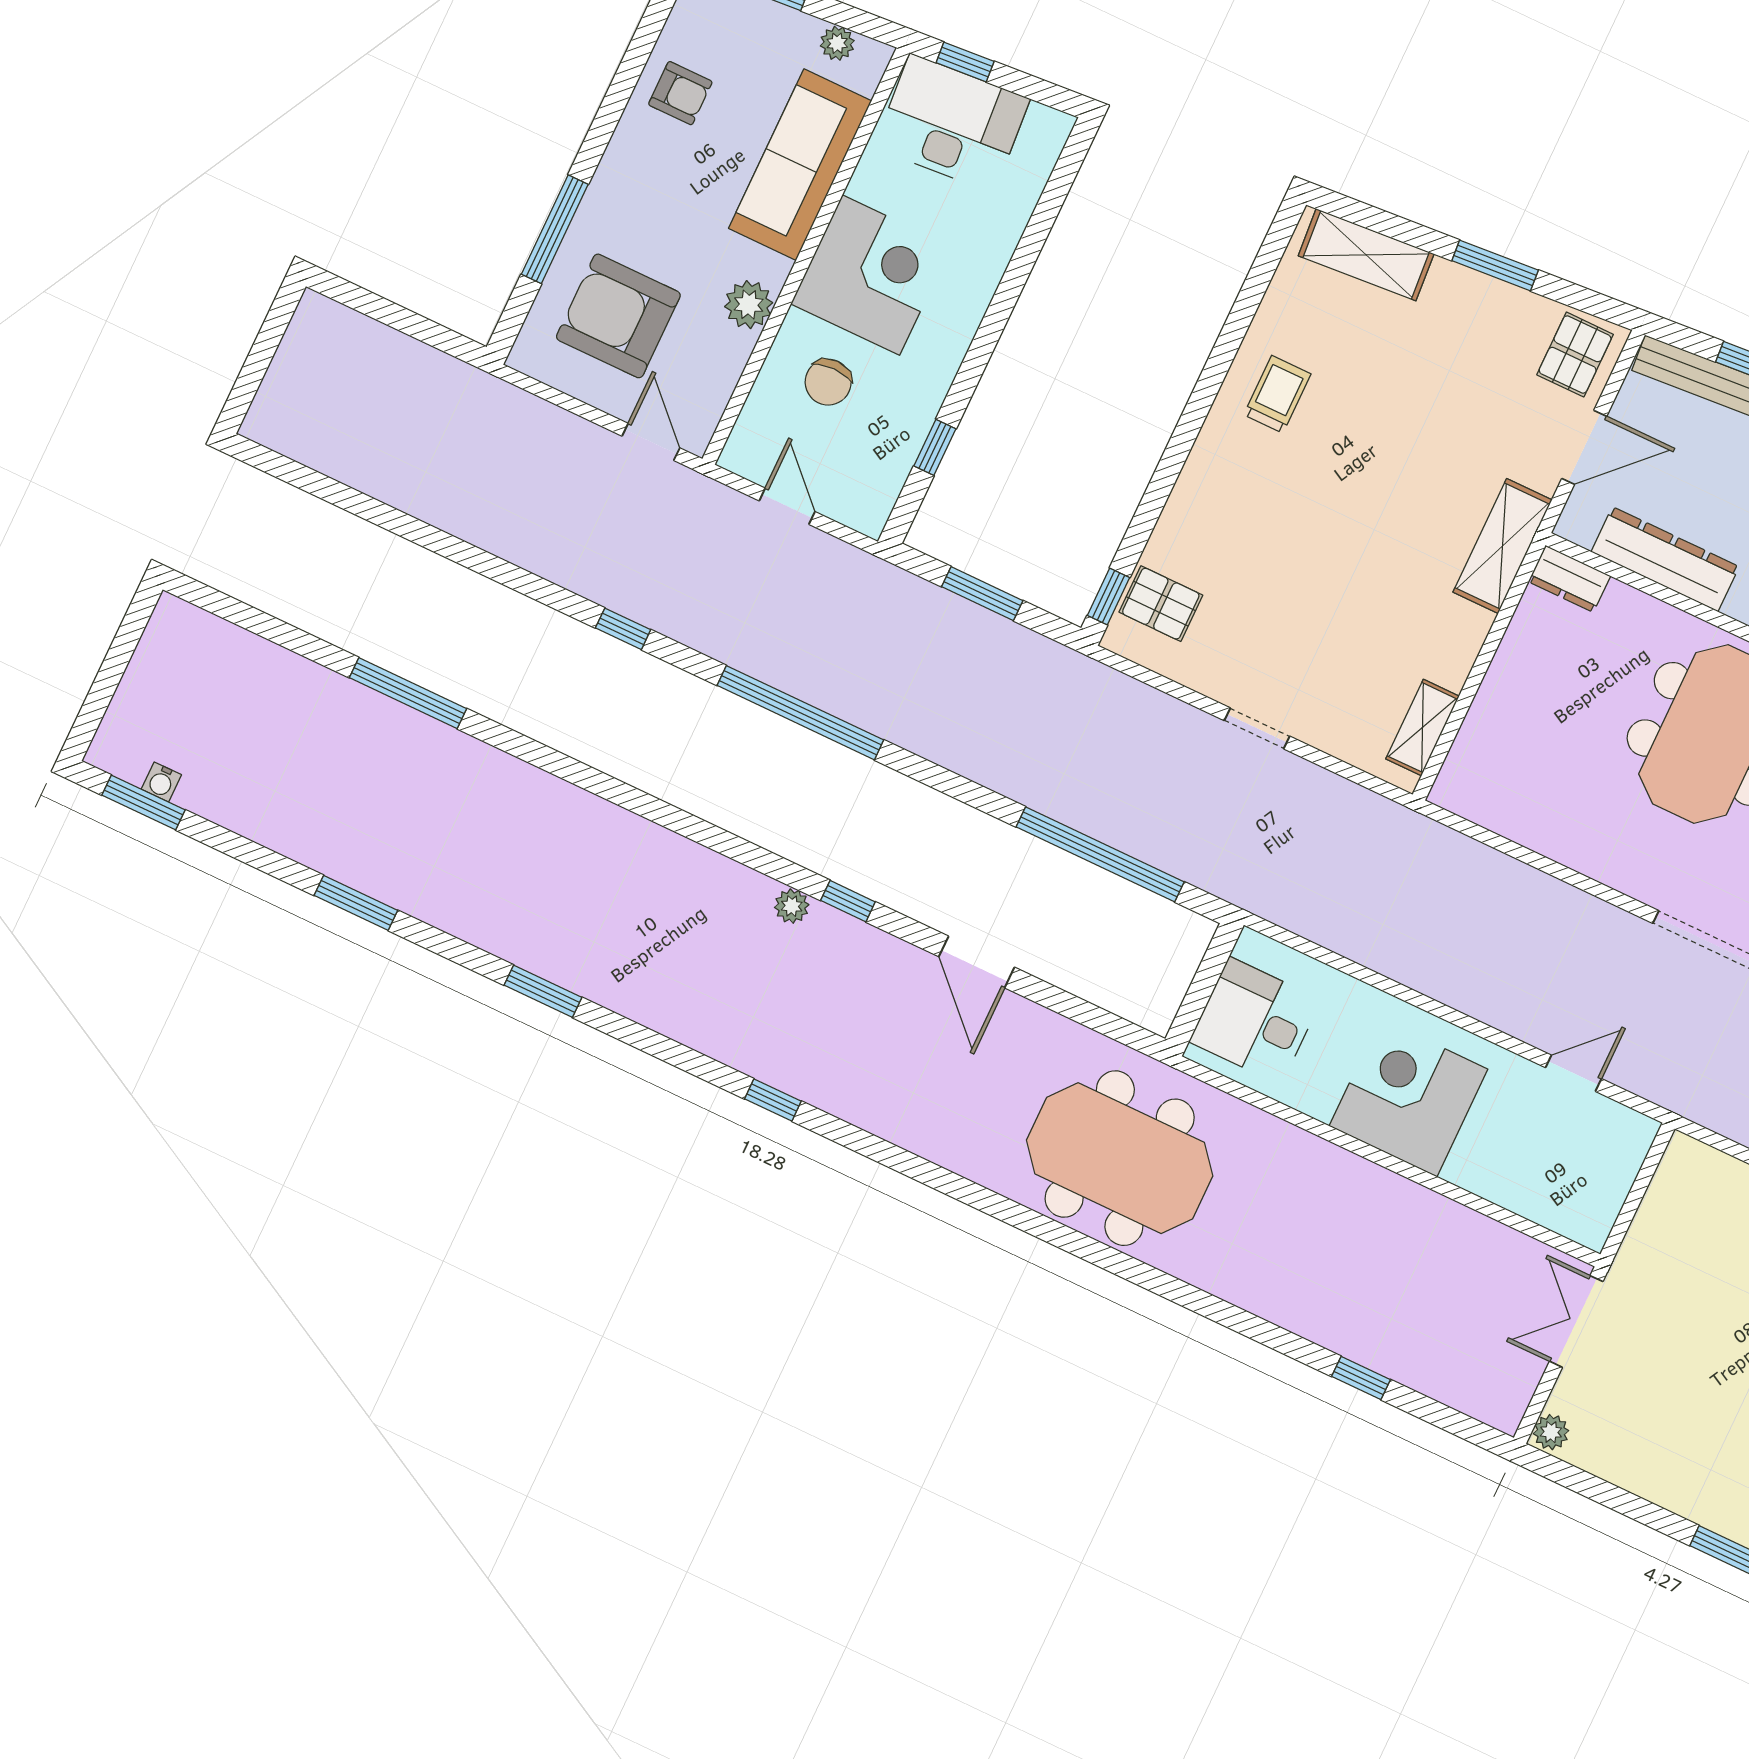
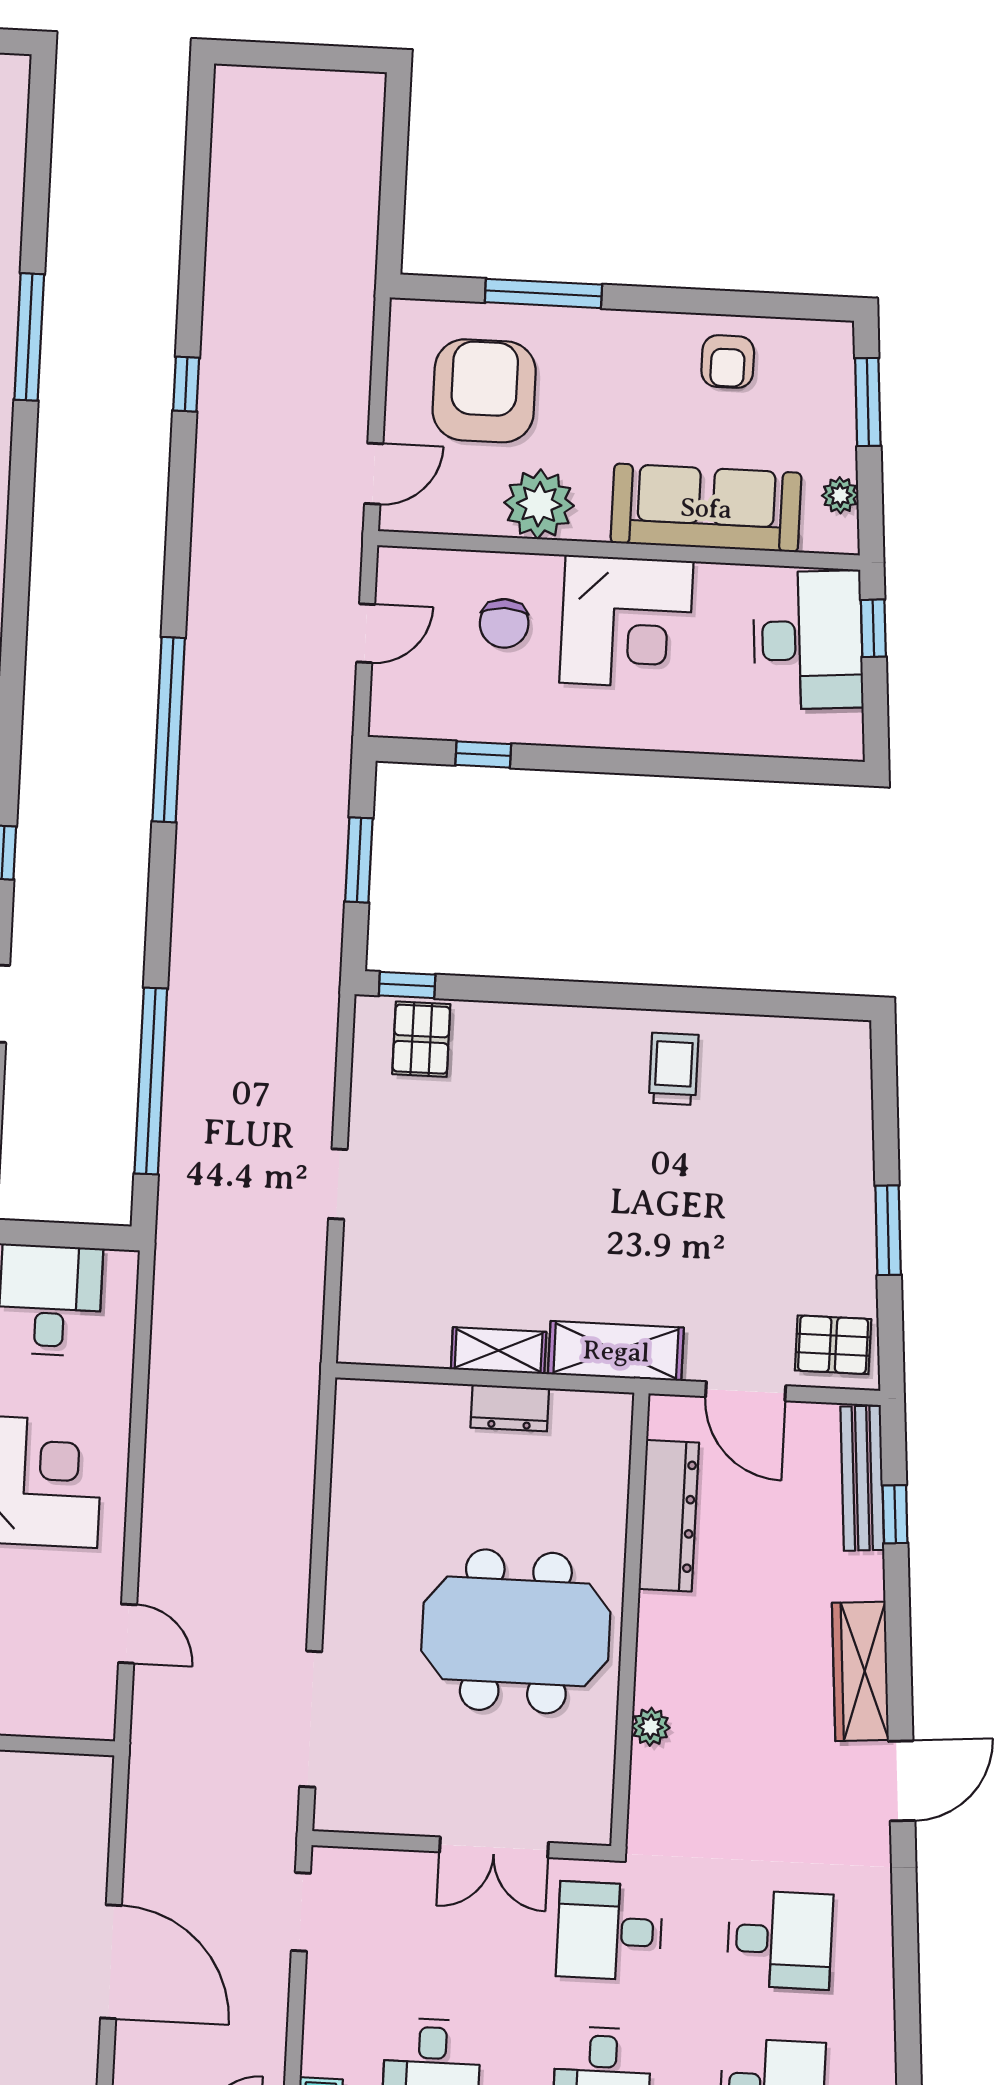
shelving: (1366, 255) -> (846, 1099), removed
plant: (749, 305) -> (539, 504), width x1.36, depth x1.36
chair: (828, 382) -> (504, 623), turned -90
trolley: (1277, 394) -> (674, 1069), turned -90
dresser: (1569, 579) -> (510, 1408), moved, turned -90
window: (623, 629) -> (186, 384), moved
shelving: (1422, 728) -> (499, 1351), moved

